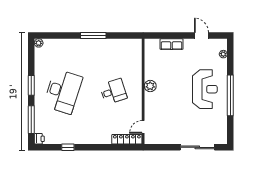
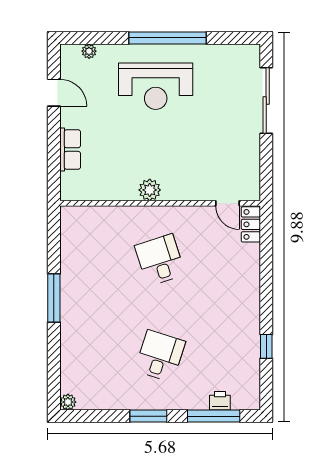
door: (201, 36) -> (54, 93), swing flipped
reception desk: (205, 89) -> (156, 86), turned 180
desk: (63, 91) -> (160, 356), width x0.53, depth x0.77
printer: (39, 139) -> (220, 401), moved
locker: (127, 139) -> (251, 224), width x0.66

